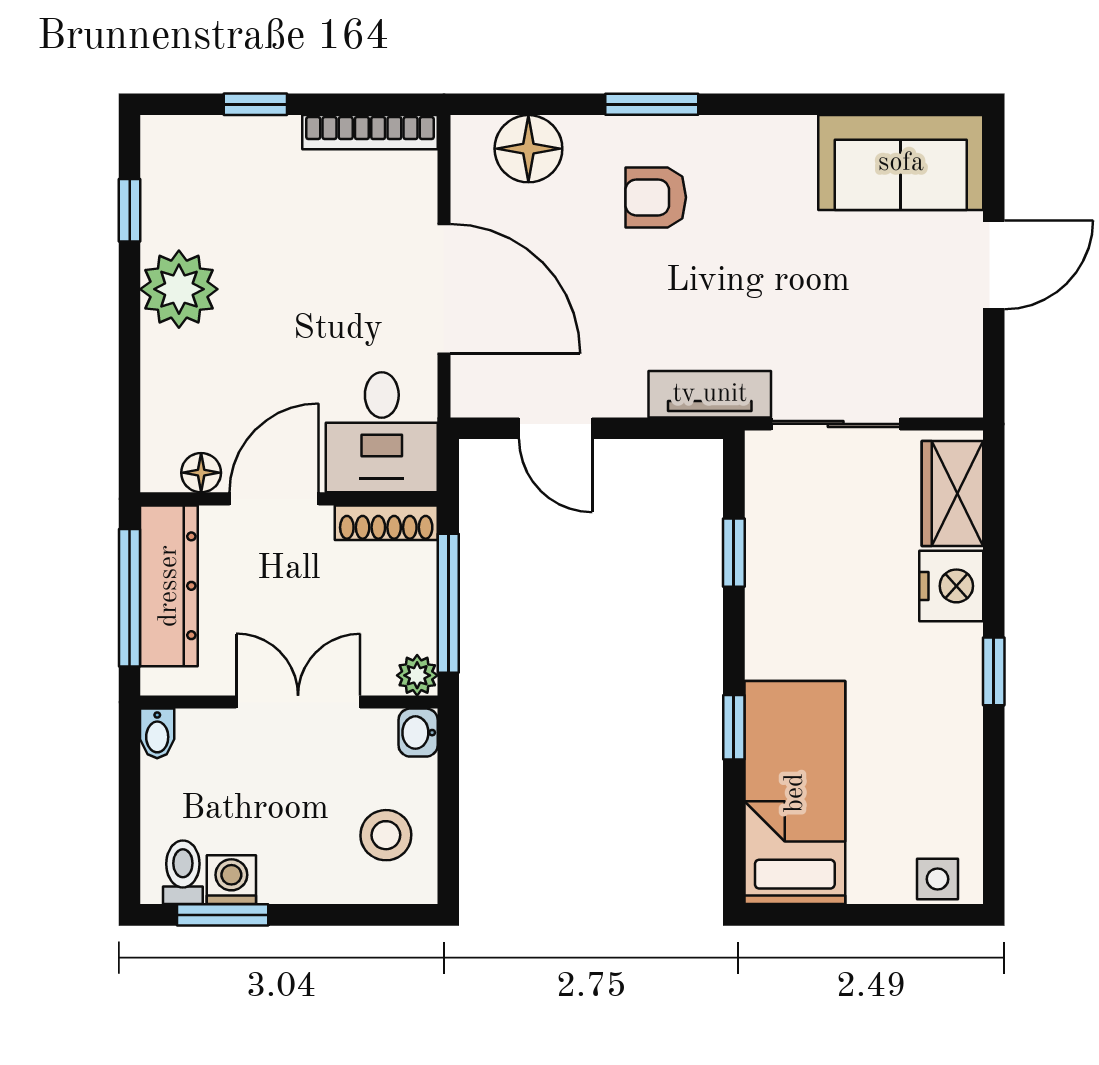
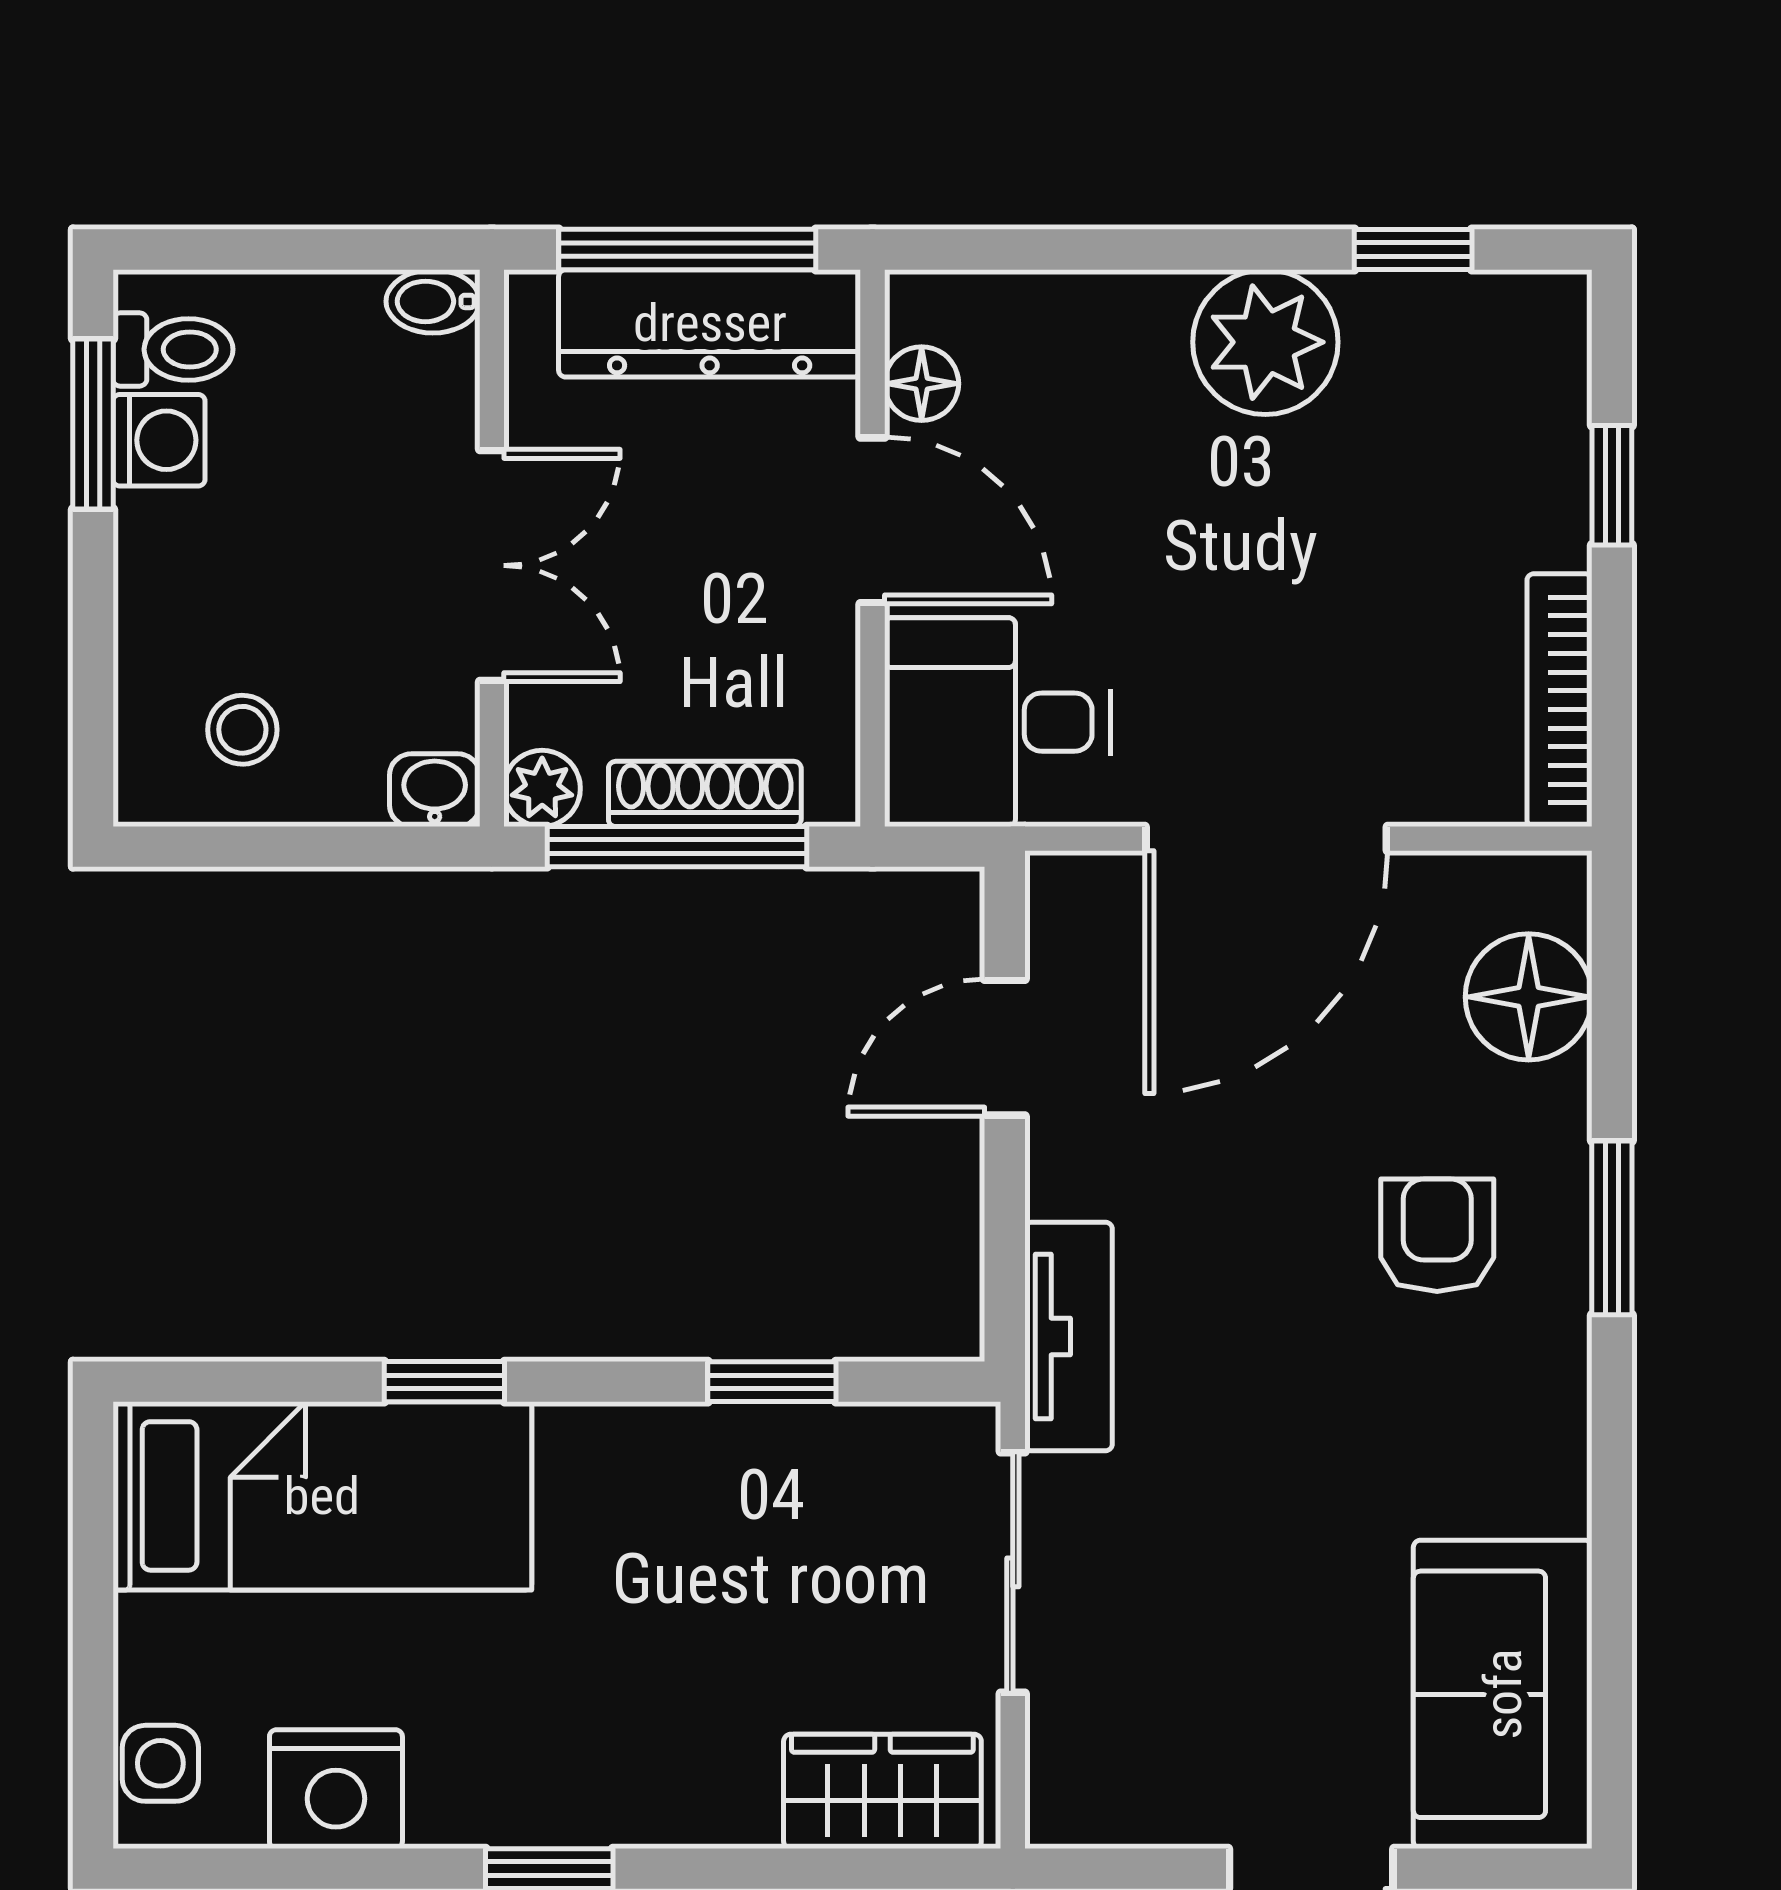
shoe rack: (386, 523) -> (705, 794), moved, turned 90
nightstand: (951, 586) -> (336, 1789), moved
stool: (386, 835) -> (242, 730), width x0.73, depth x0.73

